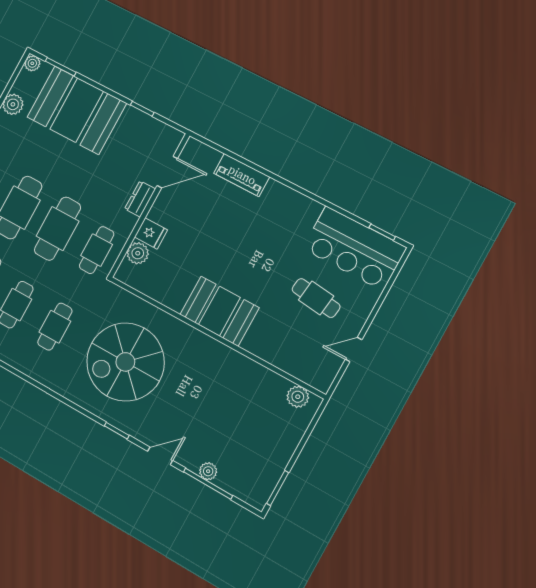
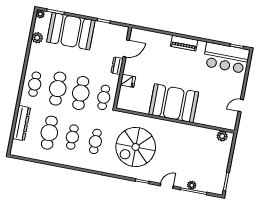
piano: (242, 175) -> (184, 43), moved
plant: (138, 253) -> (125, 93), removed
cafe table: (316, 298) -> (216, 87), removed
booth: (219, 311) -> (174, 103), width x1.36, depth x1.42

